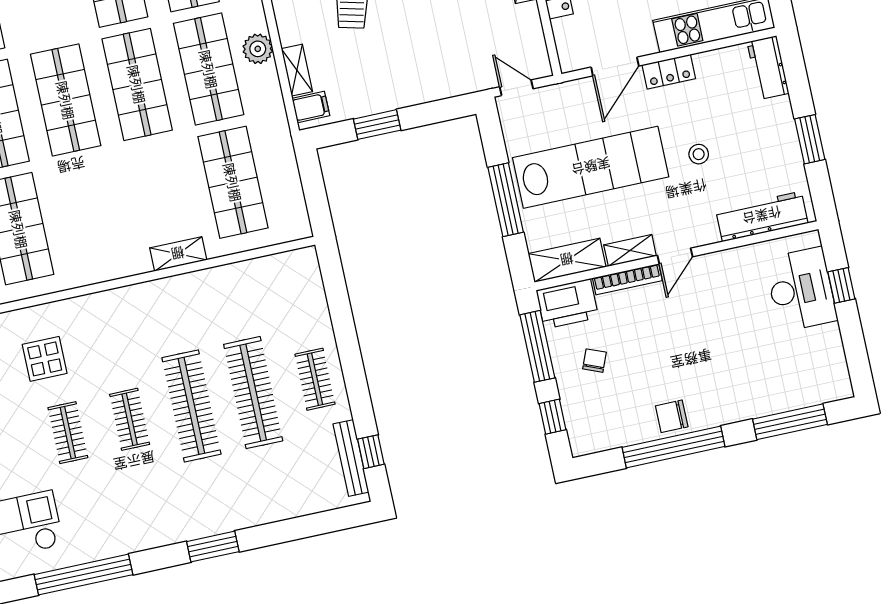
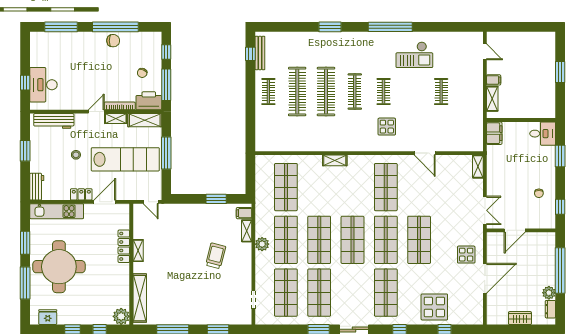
lab bench: (591, 167) -> (125, 159), turned 180
shelving: (178, 254) -> (335, 160), moved
clothes rail: (130, 419) -> (355, 92), width x1.36

